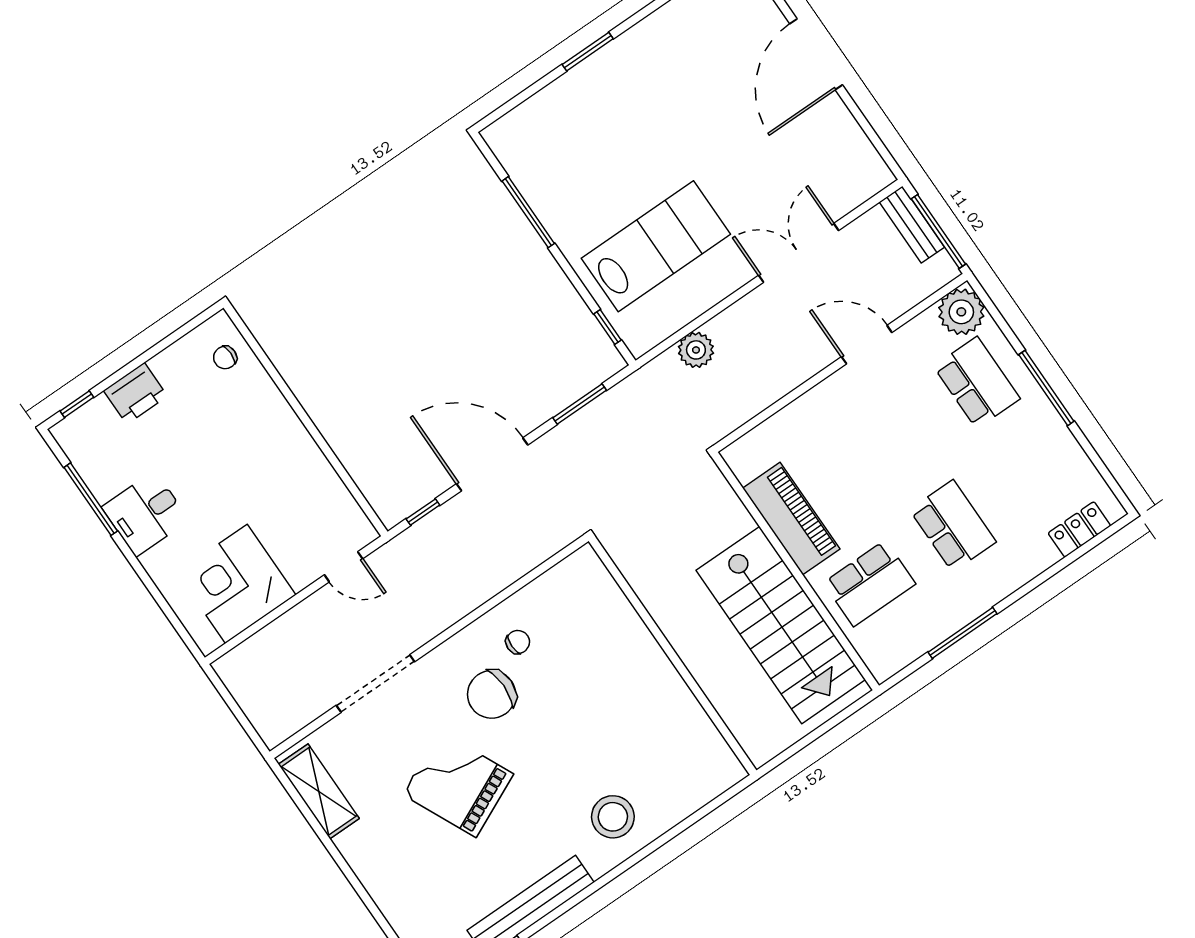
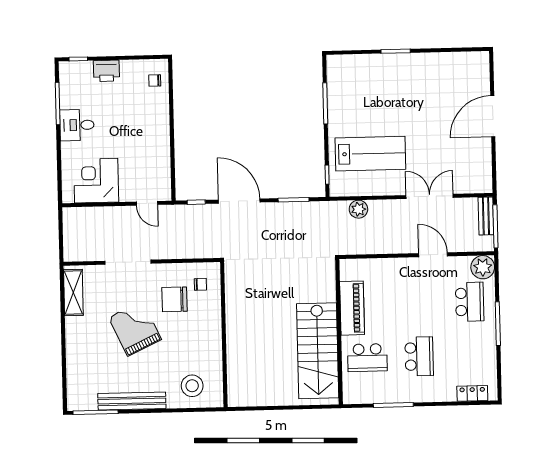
wall: (673, 656) -> (224, 334), moved

